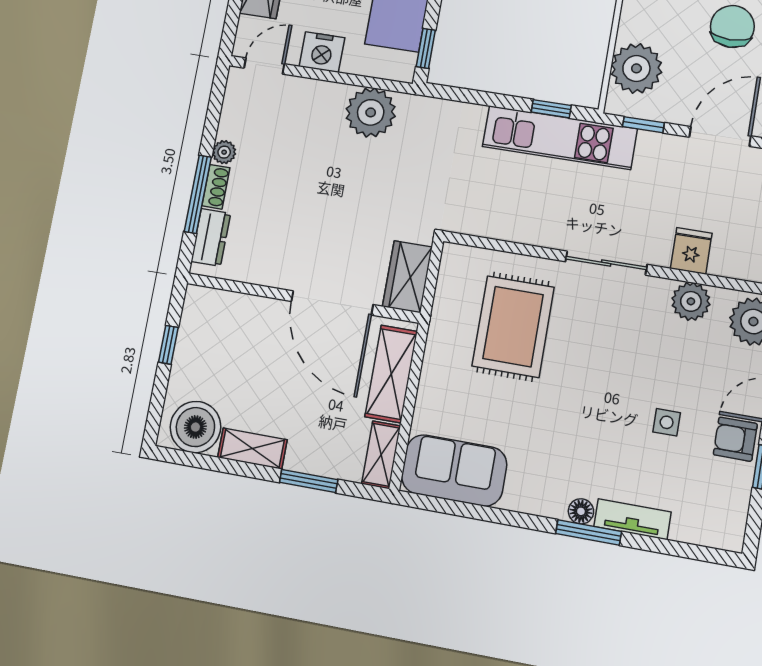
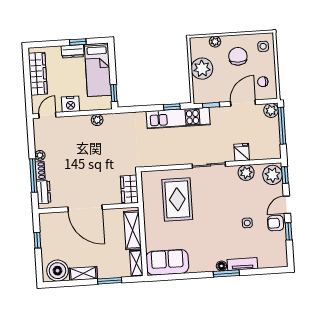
plant: (636, 68) -> (202, 69), moved
plant: (371, 112) -> (97, 120), width x0.53, depth x0.53
door: (332, 303) -> (85, 208), moved

